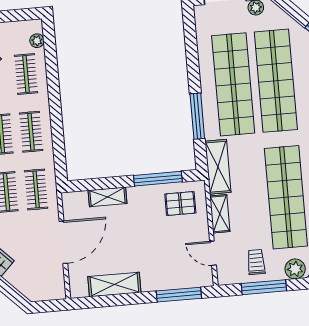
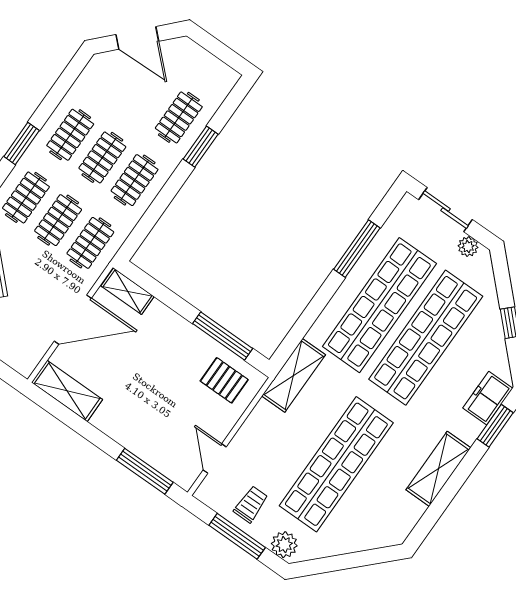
plant: (37, 41) -> (218, 93), removed
window: (53, 80) -> (201, 147), added
window: (197, 116) -> (357, 249), moved
shelving: (108, 197) -> (127, 291), moved
shelving: (220, 214) -> (255, 424), removed
shelving: (114, 285) -> (67, 391), moved

